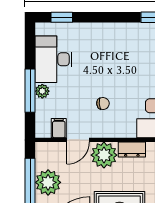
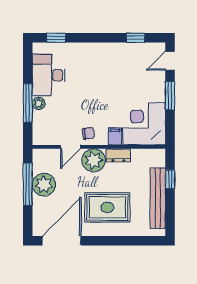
chair: (103, 104) -> (88, 133), moved
filing cabinet: (59, 128) -> (115, 136), moved

